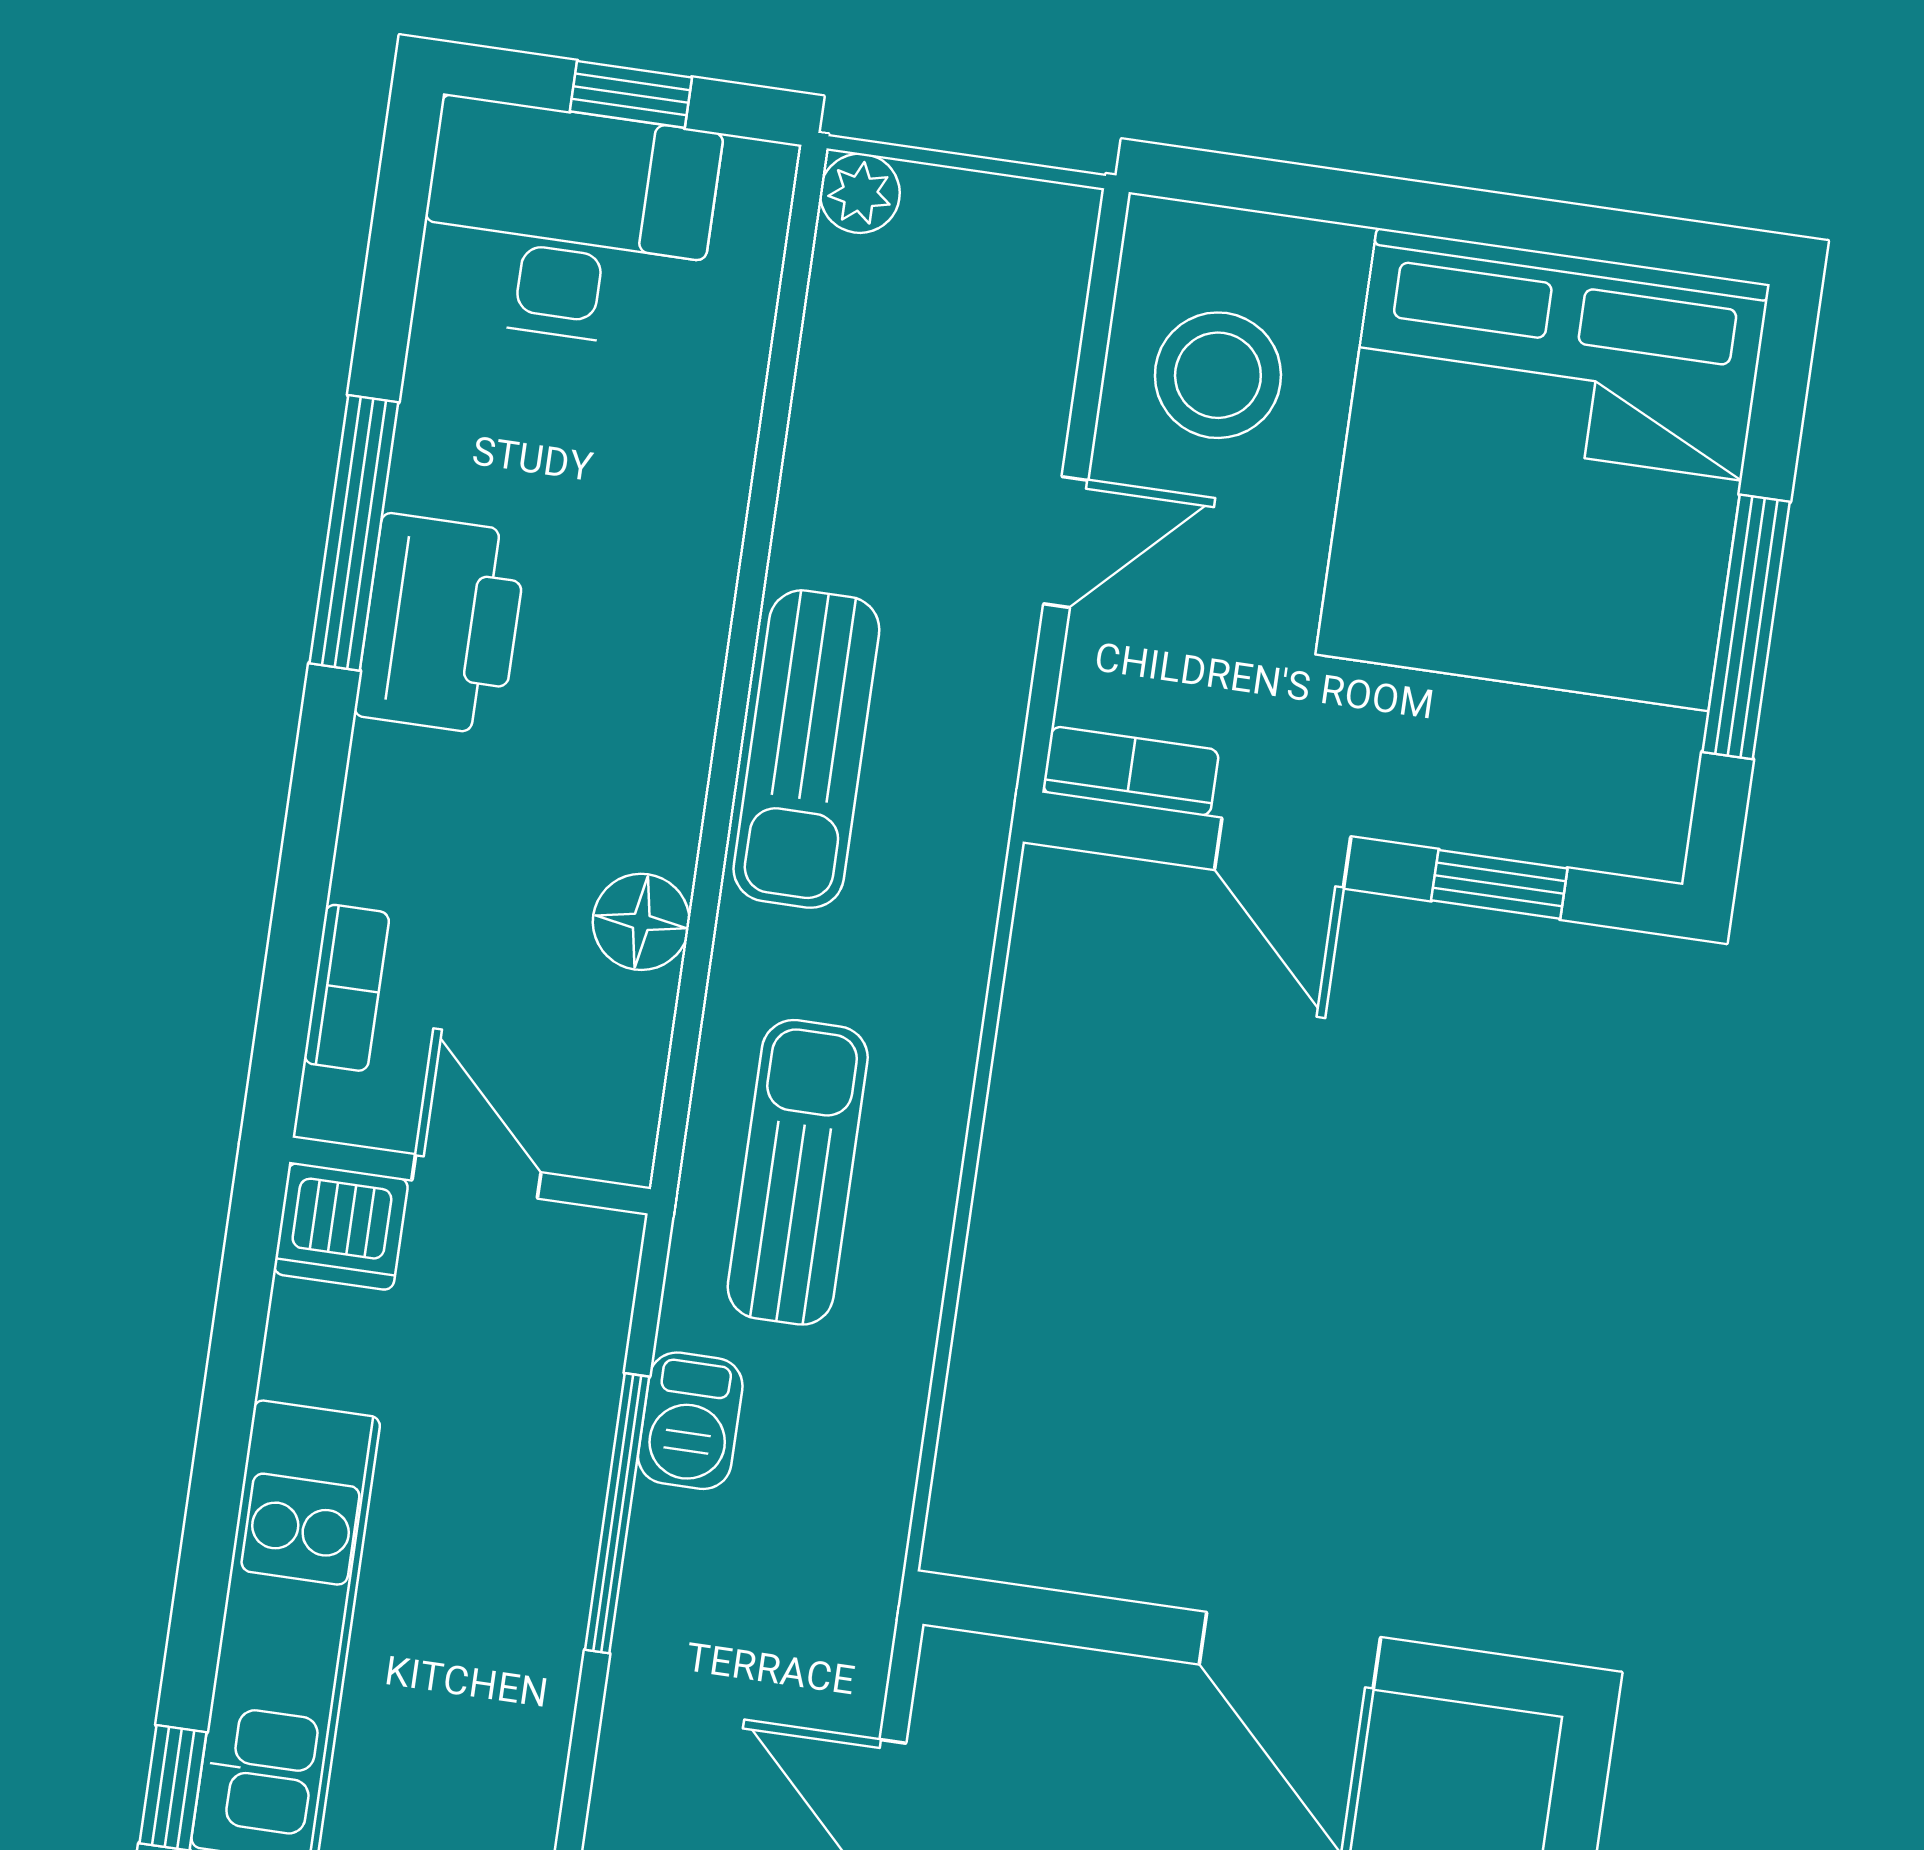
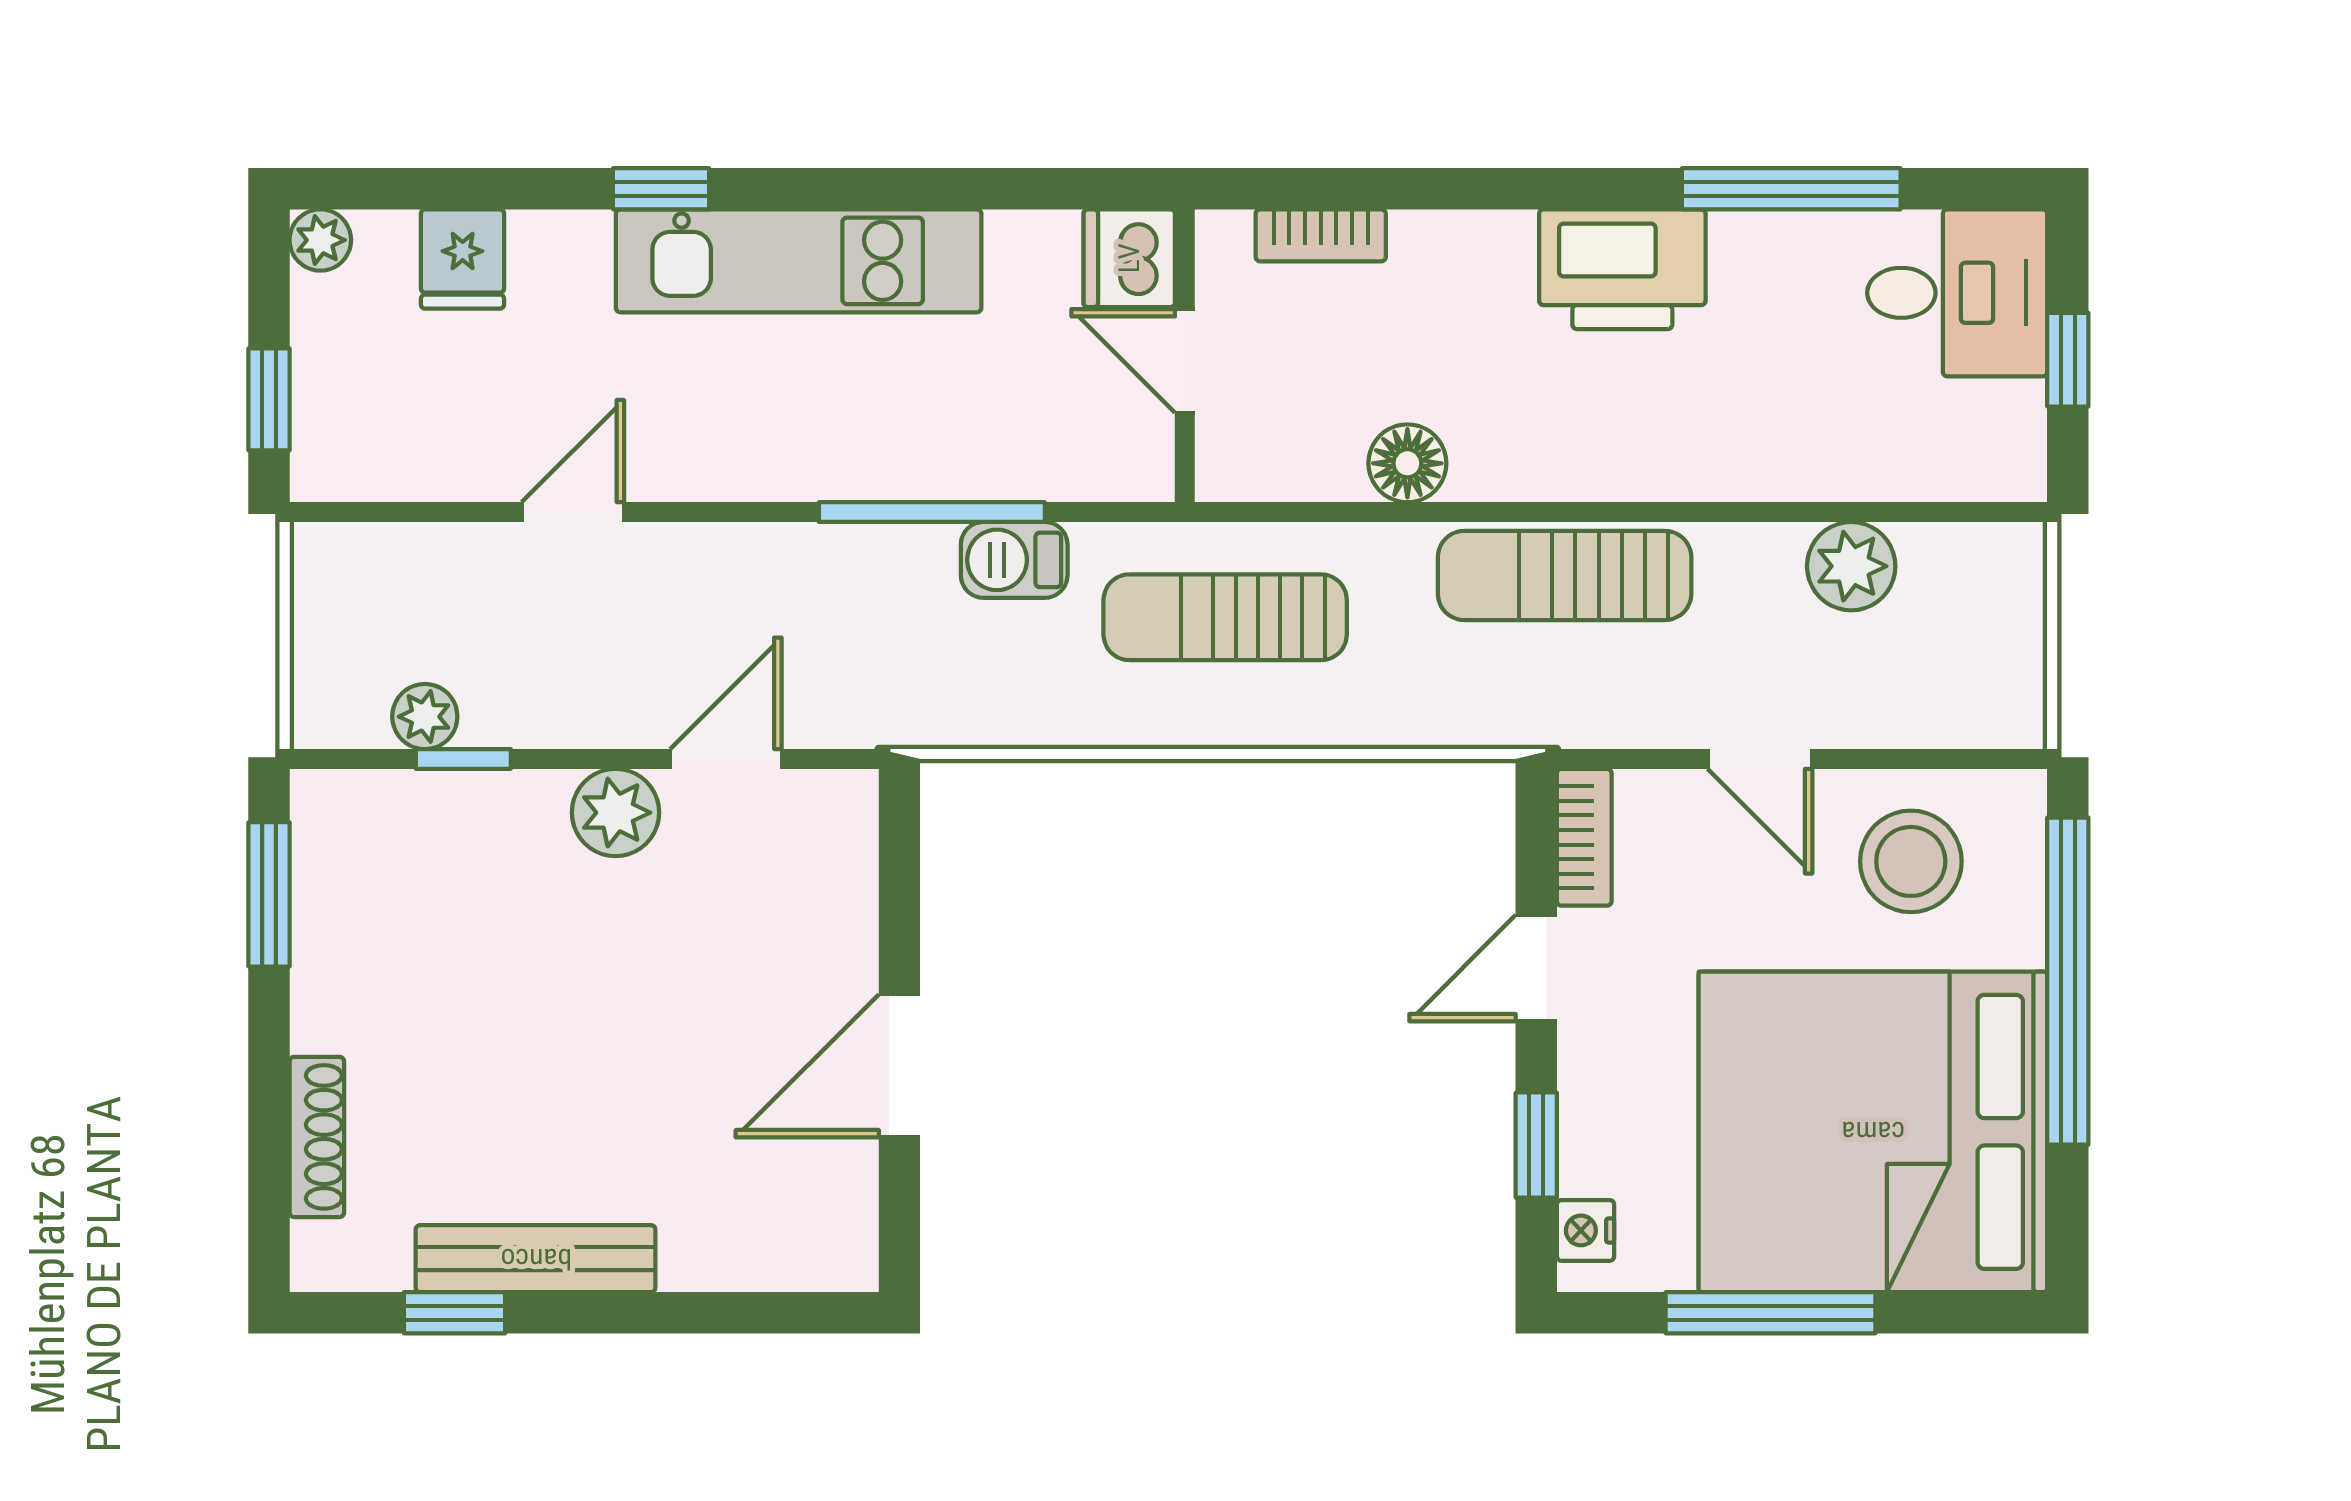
plant: (860, 193) -> (1851, 566), moved, width x1.38, depth x1.38
window: (1392, 204) -> (2068, 981), added
desk: (568, 224) -> (1957, 293), width x0.73
window: (354, 533) -> (1791, 189), moved
nightstand: (1613, 839) -> (1585, 1230), added
sun lounger: (798, 1172) -> (1225, 617), turned 180
door: (476, 1176) -> (1185, 361), swing flipped

